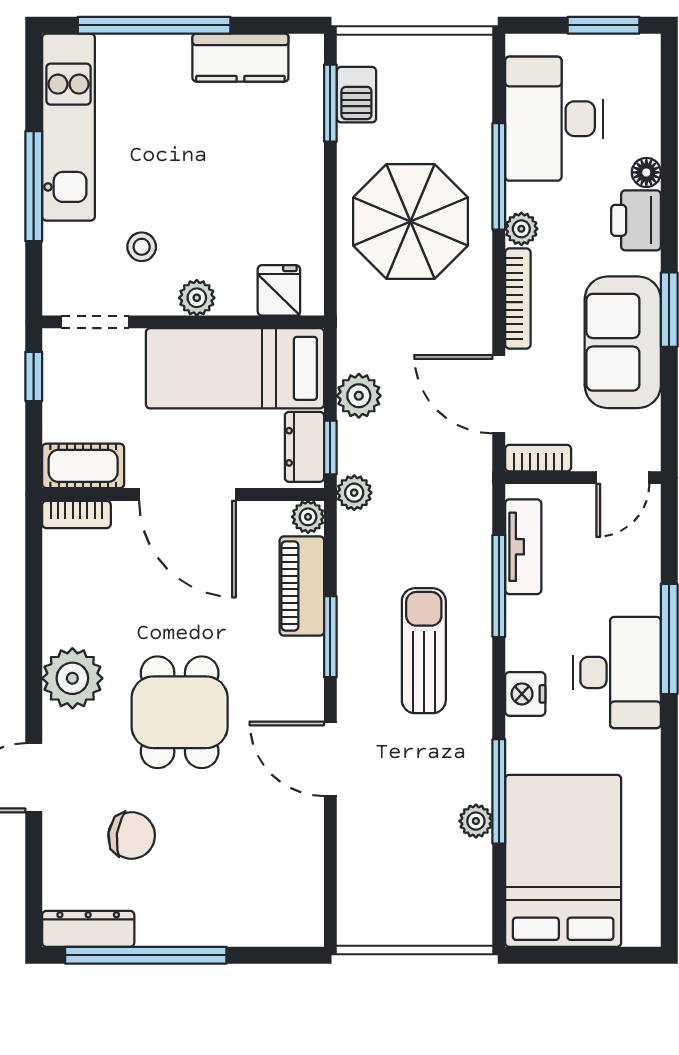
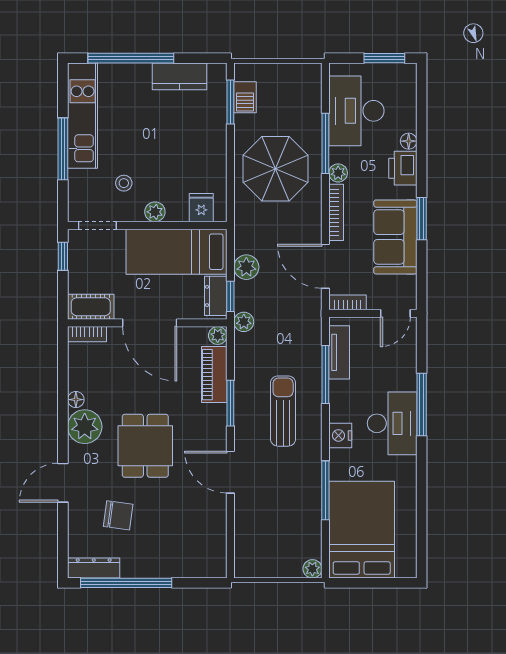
floor lamp: (57, 630) -> (76, 400), added
plant: (476, 821) -> (312, 569), moved

